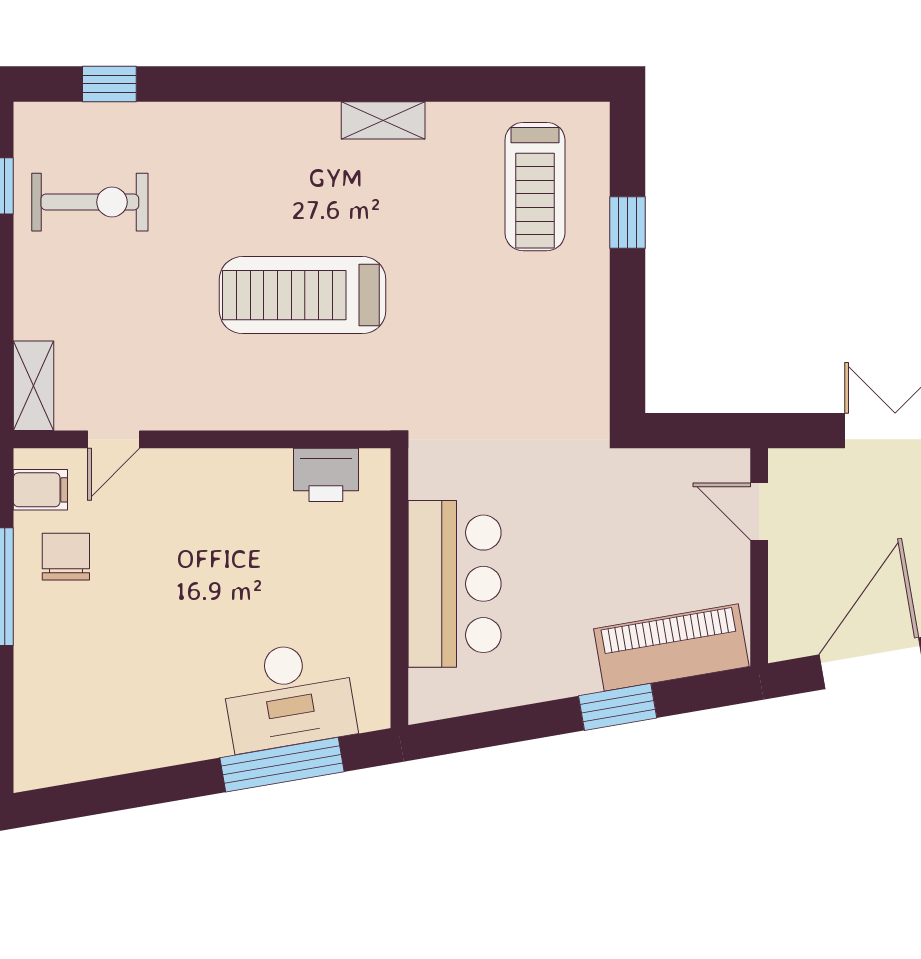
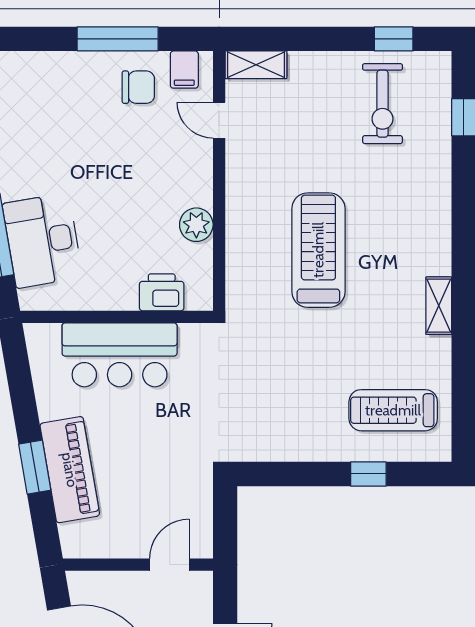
plant: (266, 472) -> (196, 225), added
printer: (326, 475) -> (162, 292), moved, turned 90
piano: (671, 648) -> (70, 470), moved

